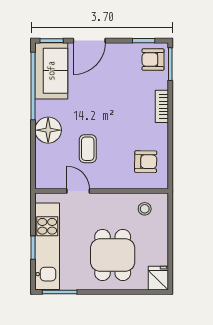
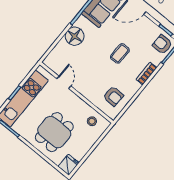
coffee table: (88, 149) -> (120, 53), moved

